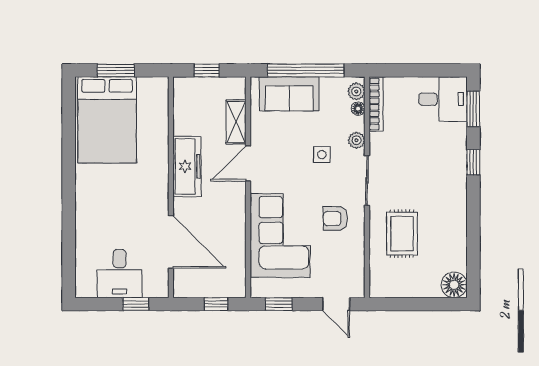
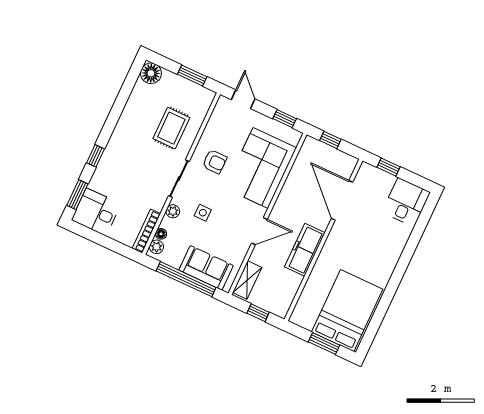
shelving: (236, 122) -> (247, 280), moved
desk: (120, 274) -> (406, 202), moved
window: (406, 304) -> (192, 76), added

